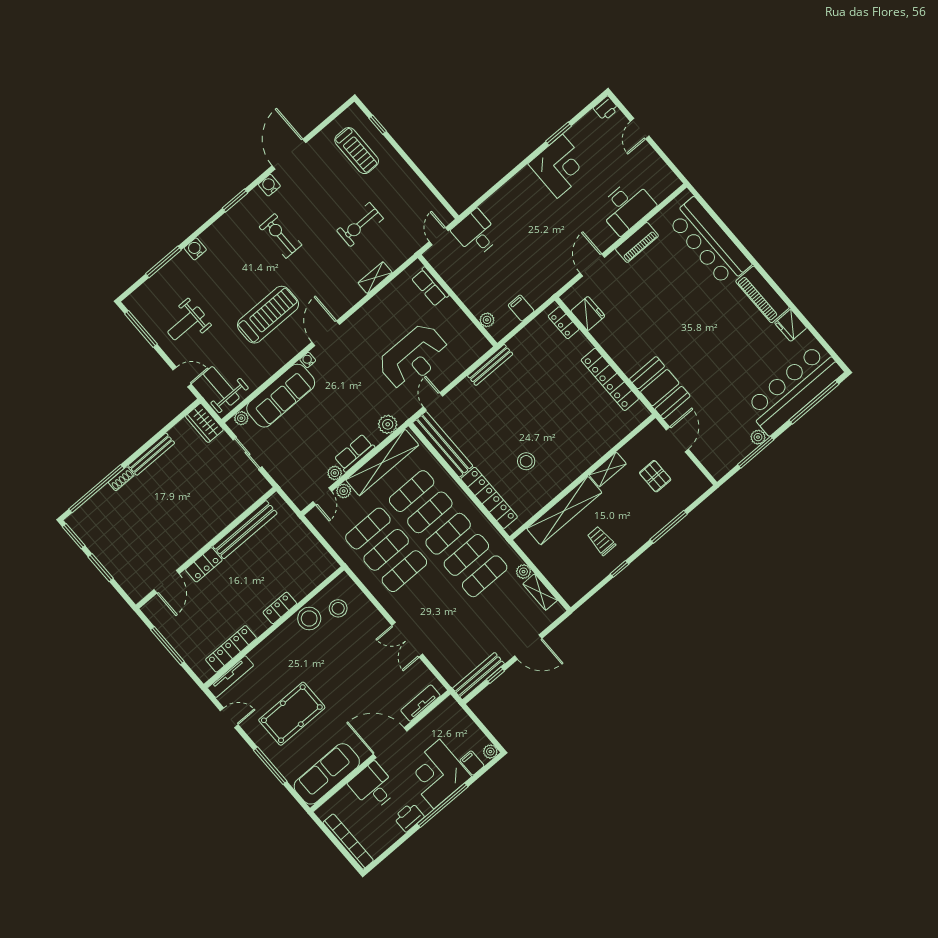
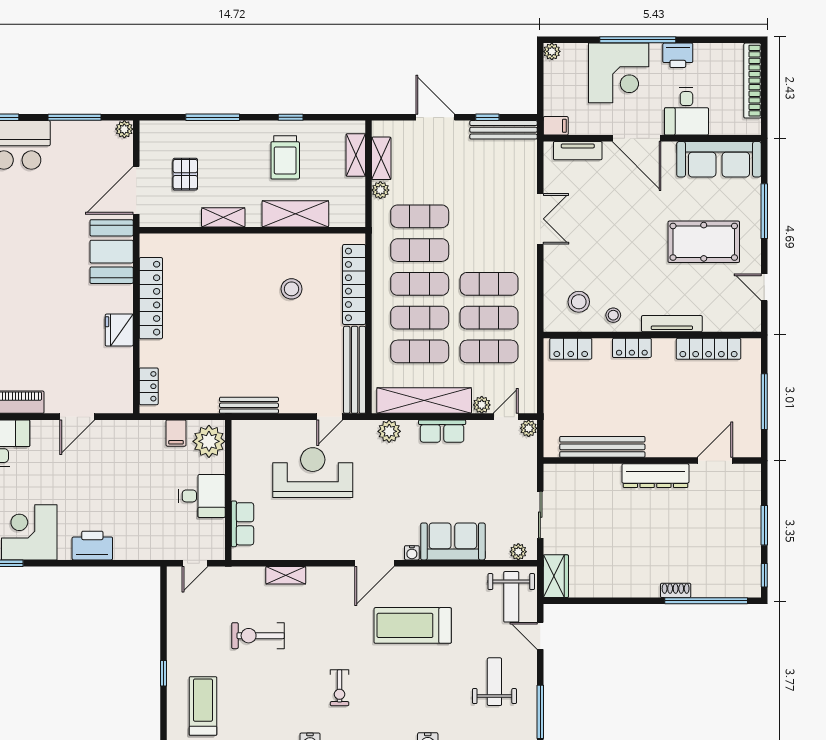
window: (378, 125) -> (163, 673), moved
printer: (513, 192) -> (92, 546), added
exercise bike: (360, 225) -> (258, 636), turned 180
desk: (476, 233) -> (202, 496), moved, turned -90
exercise bike: (280, 236) -> (340, 688), width x0.73, depth x0.72
fridge: (588, 313) -> (119, 330), moved
plant: (487, 320) -> (209, 441), width x1.88, depth x1.88
weight bench: (186, 323) -> (494, 682), turned -90
sofa: (281, 396) -> (453, 541), width x0.73
plant: (758, 437) -> (124, 129), moved
door: (677, 439) -> (136, 190), width x1.36
bench: (151, 454) -> (629, 589), removed
plant: (335, 473) -> (529, 428), moved
shelving: (564, 511) -> (295, 214), width x0.68
window: (74, 536) -> (764, 575), width x0.67
dresser: (196, 540) -> (655, 476), added
trolley: (601, 541) -> (285, 157), width x1.36, depth x1.39
locker: (204, 565) -> (571, 349), moved, turned 180
shelving: (558, 580) -> (356, 155), added
stool: (309, 618) -> (613, 315), width x0.53, depth x0.53
tv unit: (231, 677) -> (672, 324), moved
filing cabinet: (472, 763) -> (556, 126), moved, turned -90

